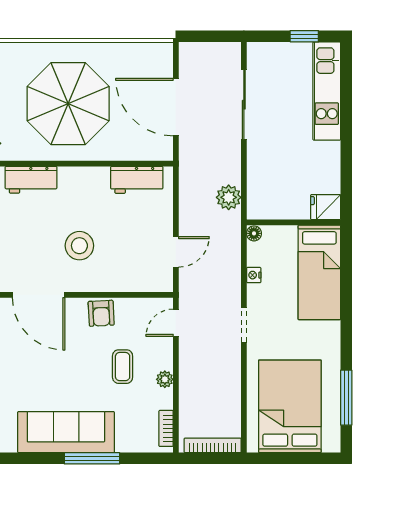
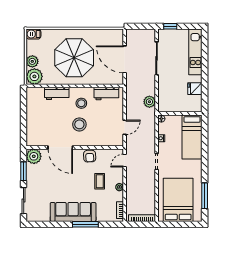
window: (304, 36) -> (170, 26), moved
stool: (84, 201) -> (81, 103), added
fridge: (326, 207) -> (195, 89), moved

